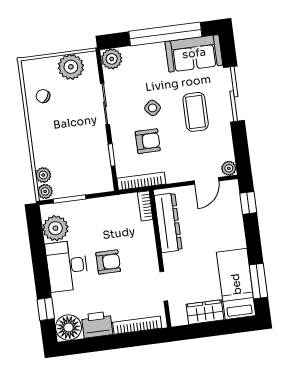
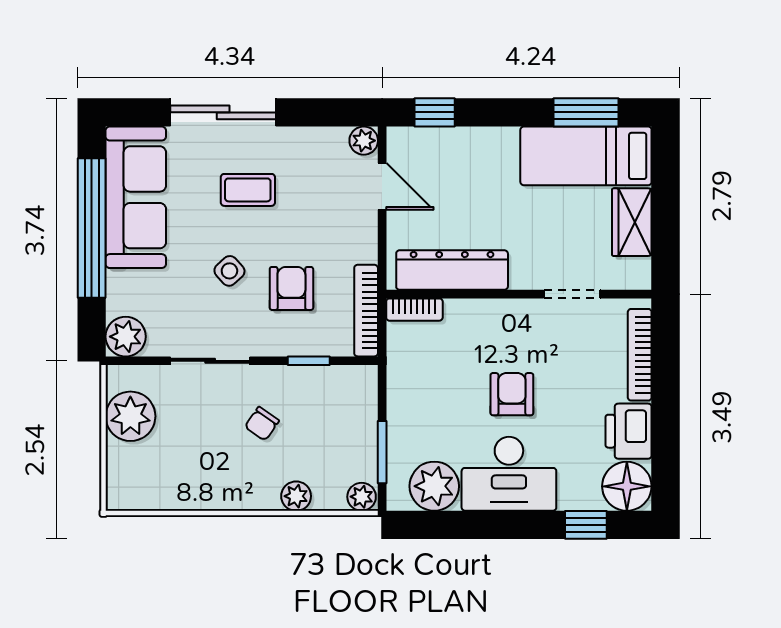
sofa: (194, 53) -> (136, 197), width x1.36
chair: (43, 96) -> (262, 424), moved
coffee table: (196, 112) -> (248, 190), width x0.73, depth x0.77
plant: (43, 175) -> (296, 496), moved

